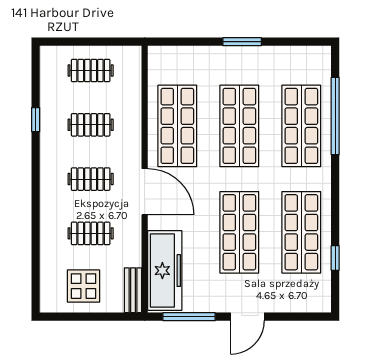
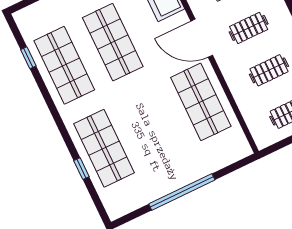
window: (242, 42) -> (182, 192), width x2.11
window: (335, 116) -> (81, 169), width x0.32
shop shelf: (239, 126) -> (152, 125), removed

